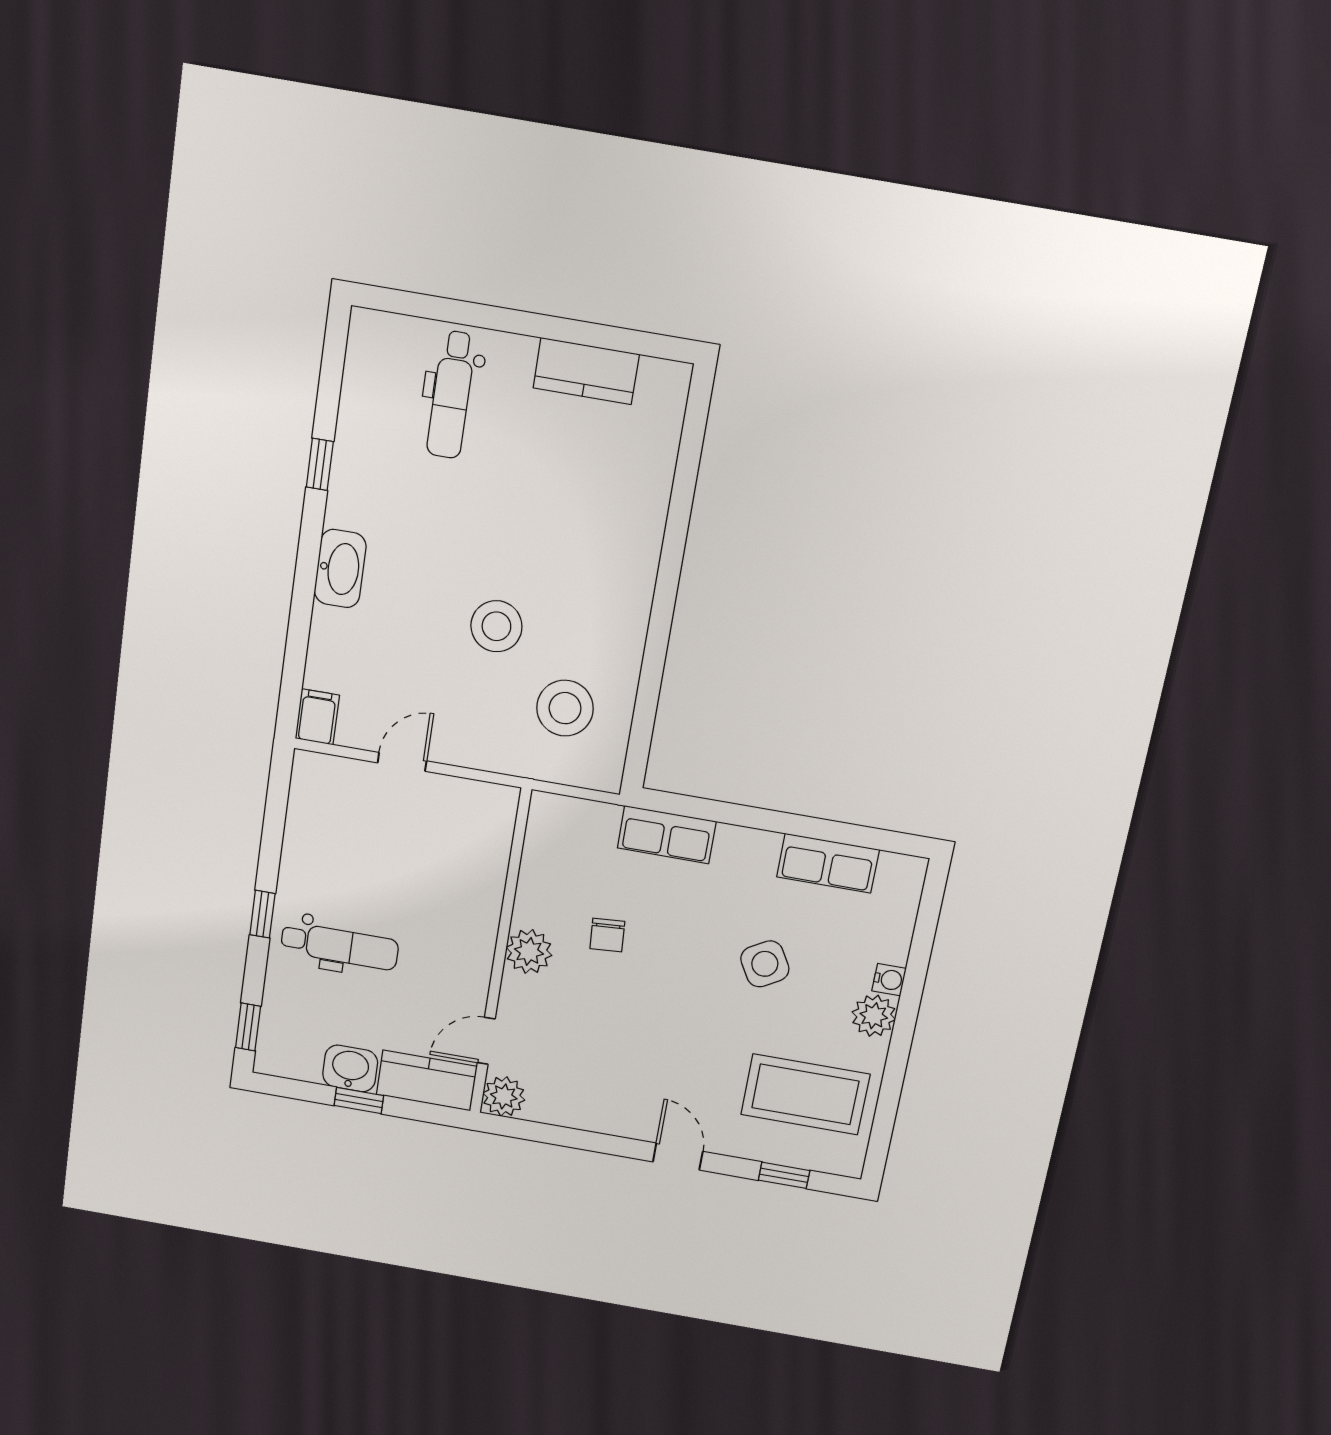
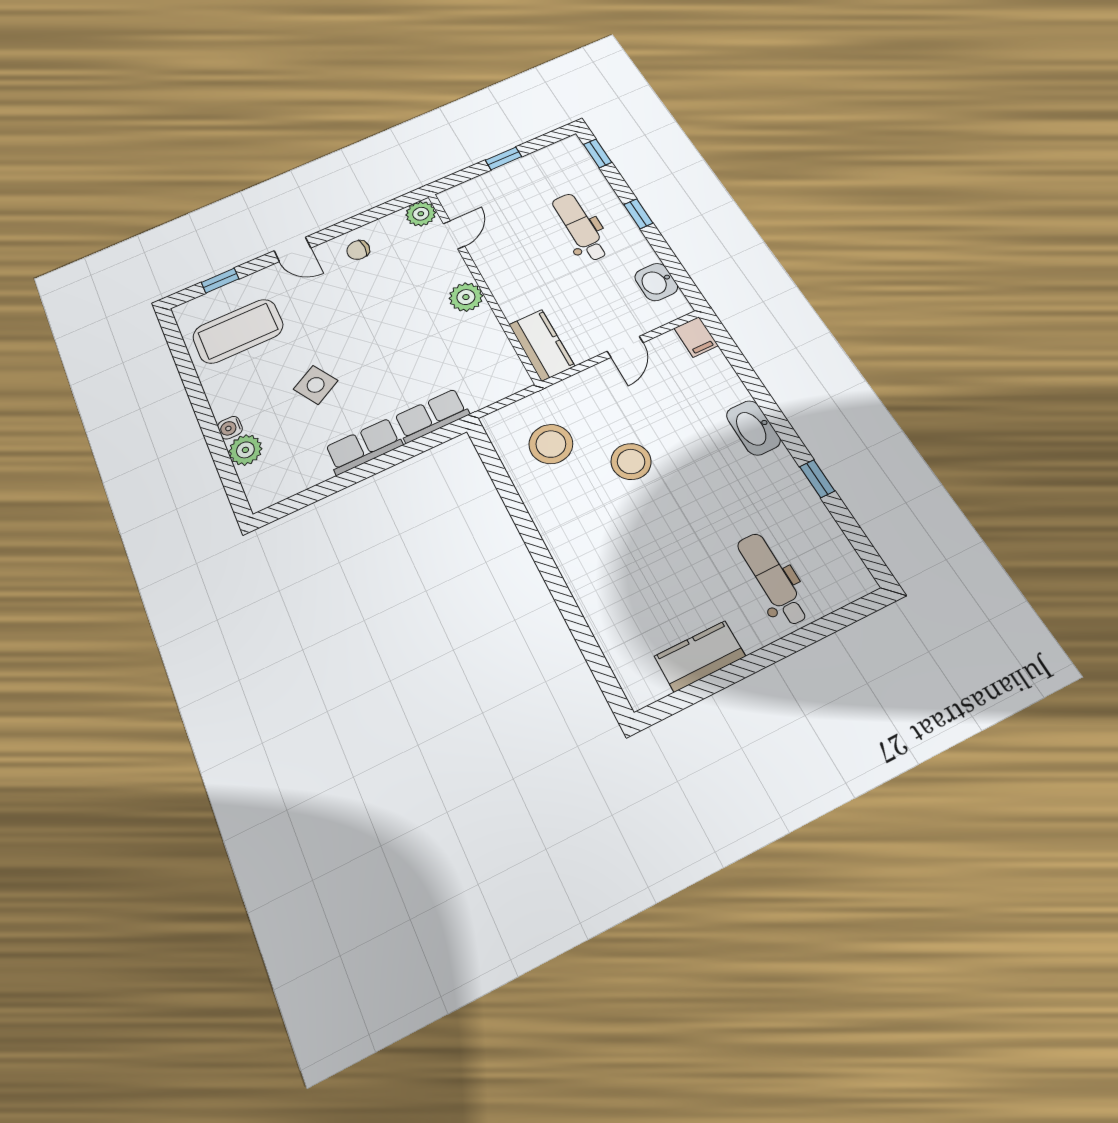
row of seats: (828, 863) -> (364, 446), moved
chair: (607, 935) -> (358, 250), moved, turned -86
dental chair: (340, 946) -> (580, 227), turned 90
plant: (874, 1016) -> (245, 450), moved
washbasin: (350, 1068) -> (656, 282), moved, turned 90
kitchen counter: (427, 1080) -> (542, 345), moved, turned -90

